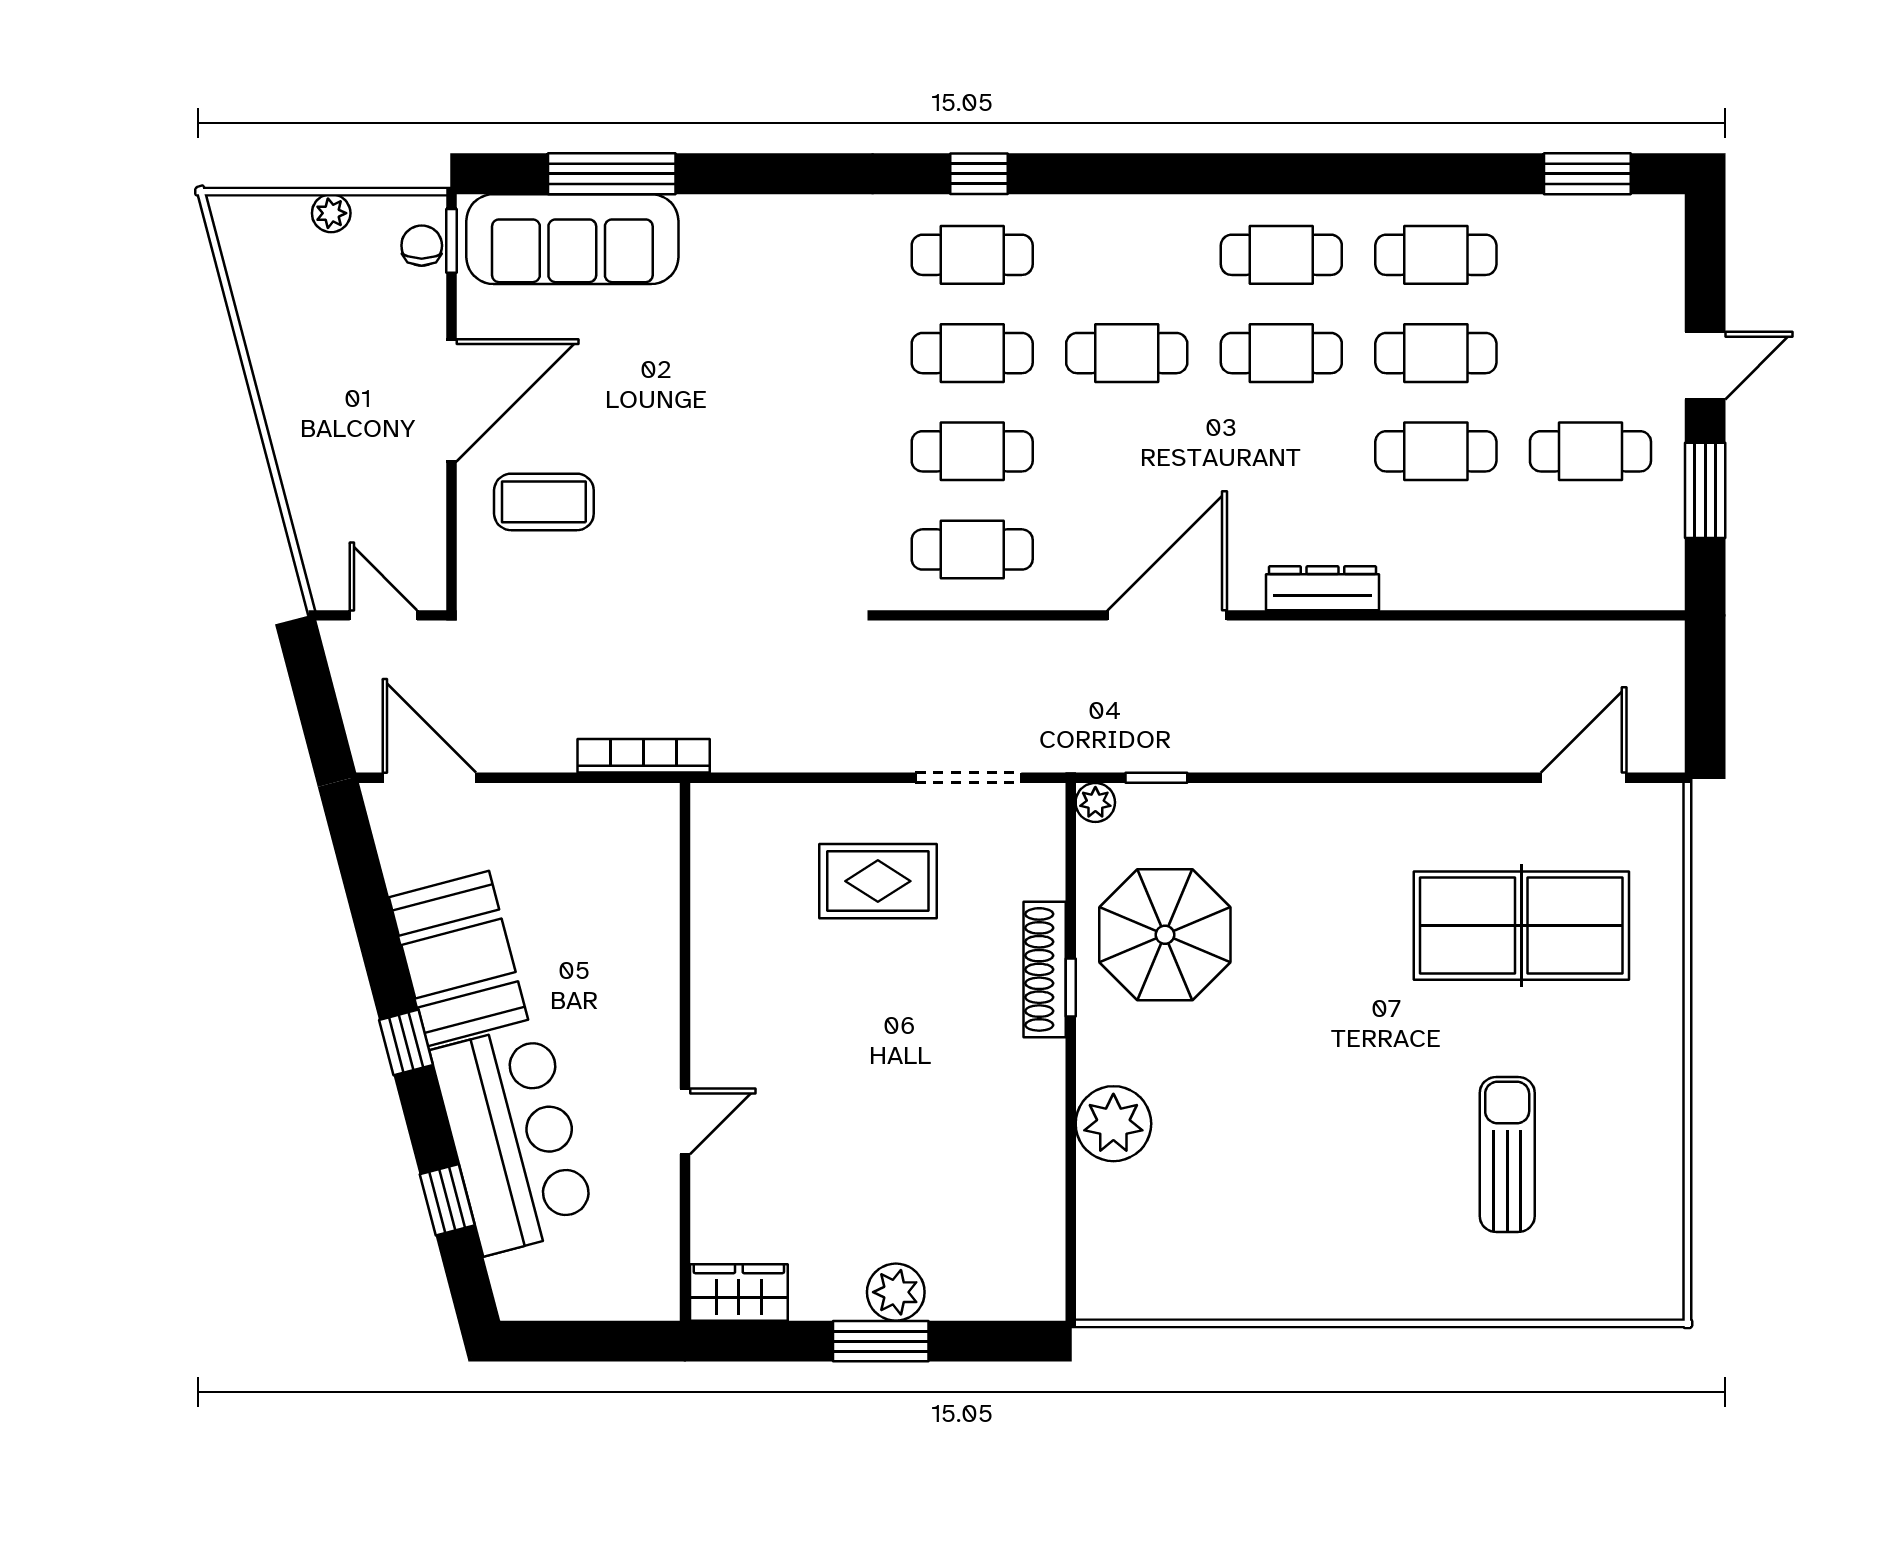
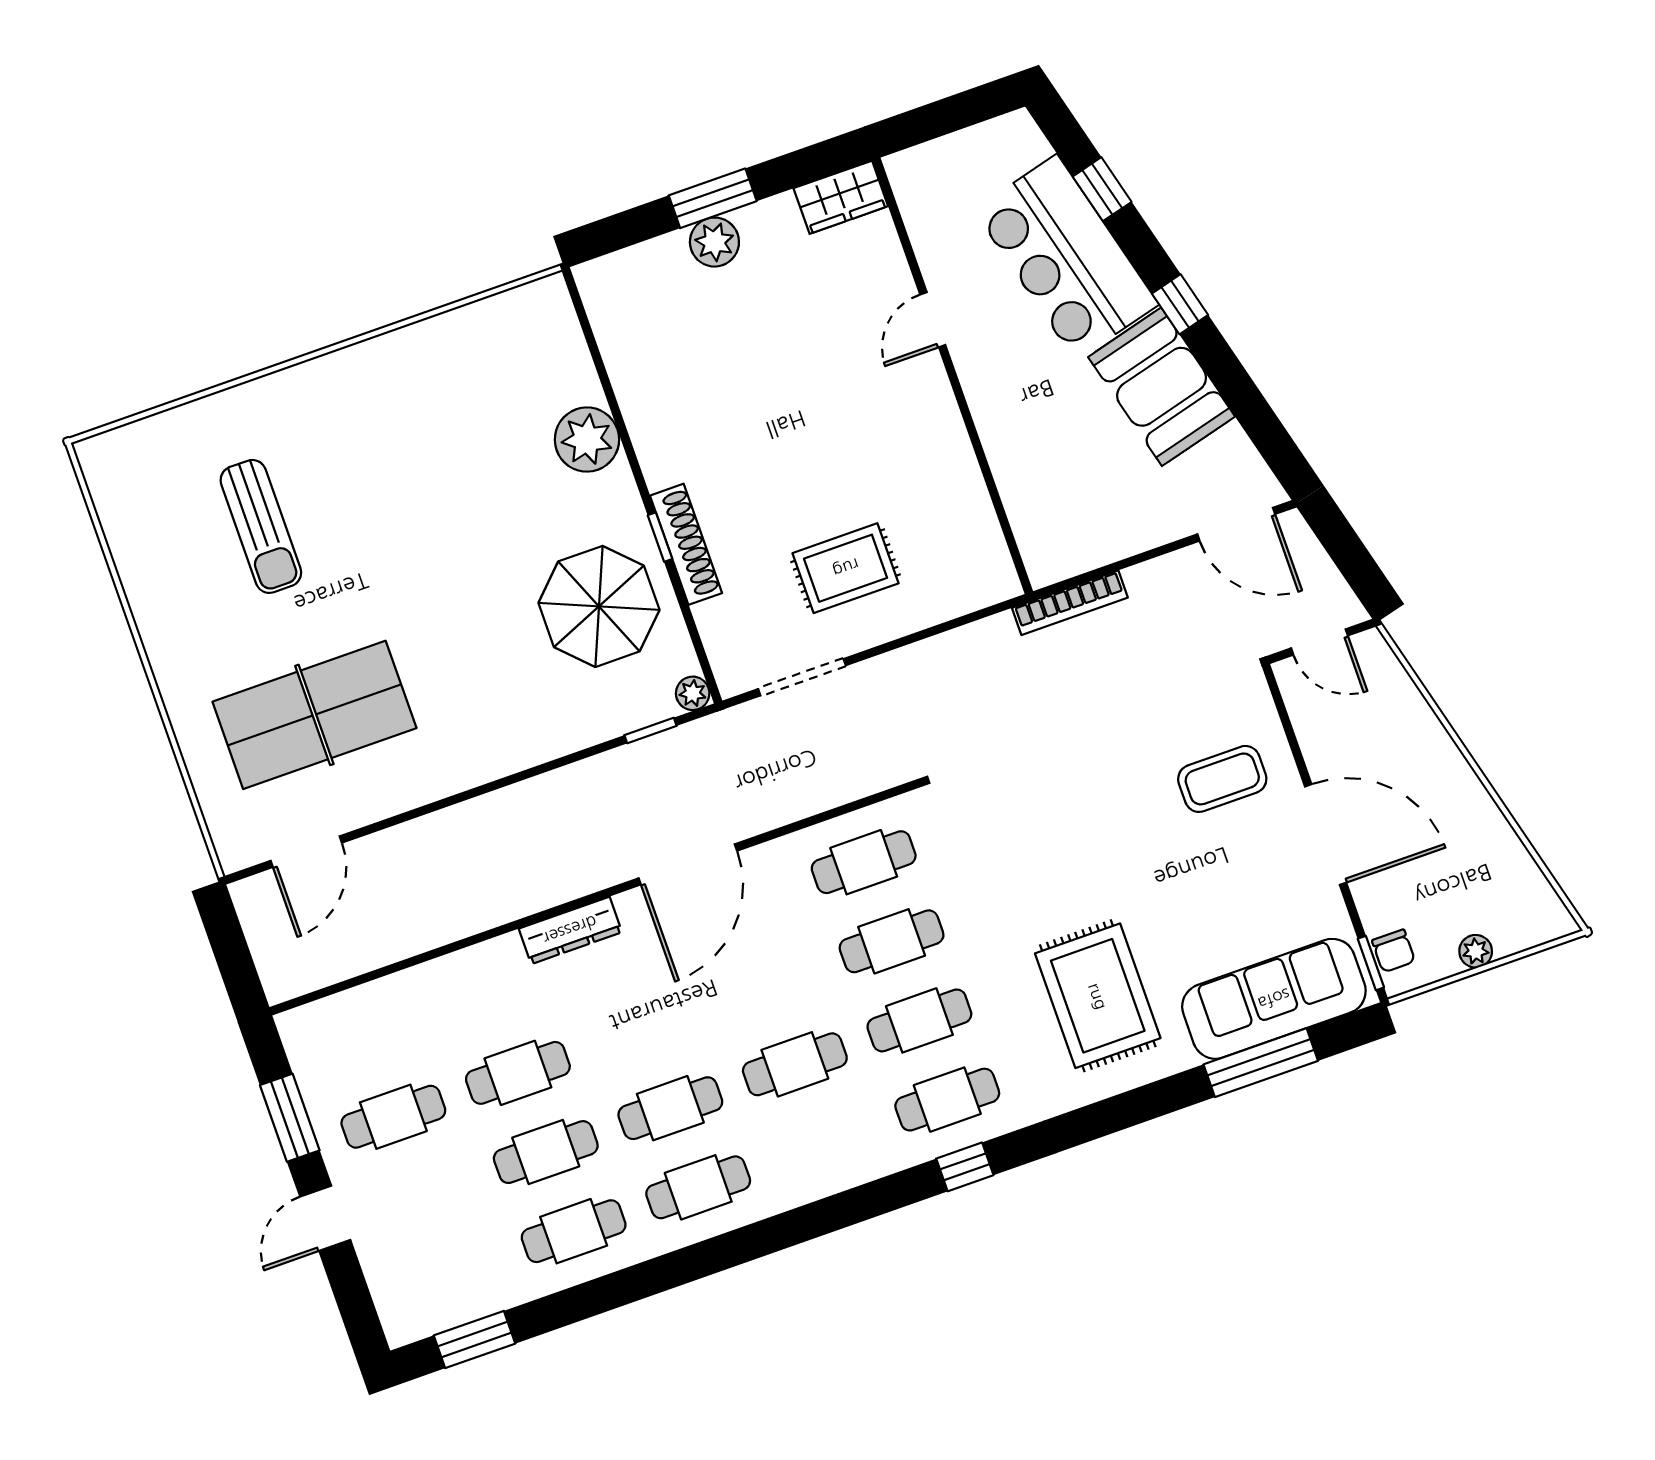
rug: (766, 311) -> (1098, 996), added
door: (451, 400) -> (1326, 835), swing flipped

